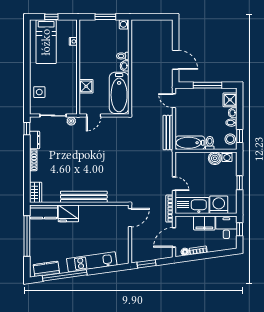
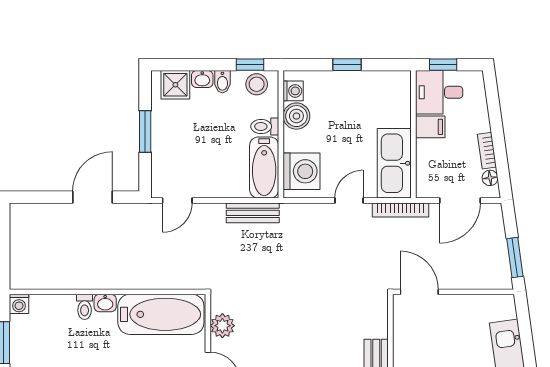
window: (207, 85) -> (145, 131), width x0.69
plant: (114, 123) -> (222, 326), added
bench: (168, 133) -> (253, 213), width x0.73
washing machine: (219, 205) -> (302, 171), moved, turned 180
filing cabinet: (204, 223) -> (430, 127), width x0.50
door: (174, 237) -> (460, 201), hinge flipped

